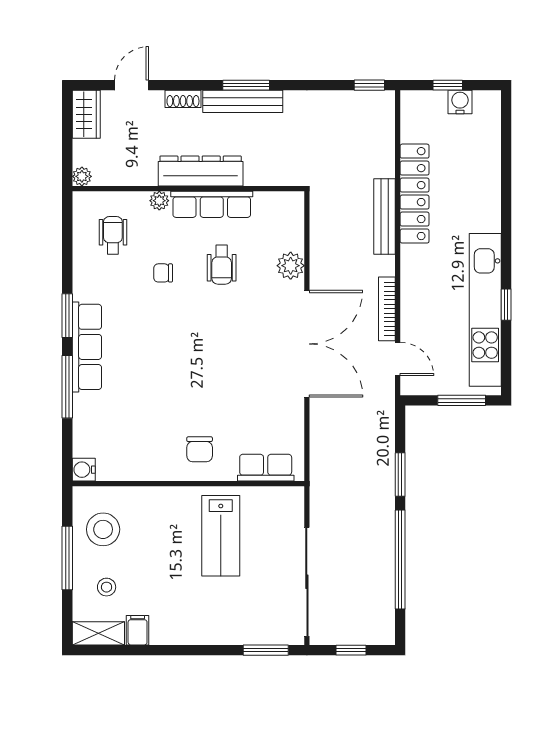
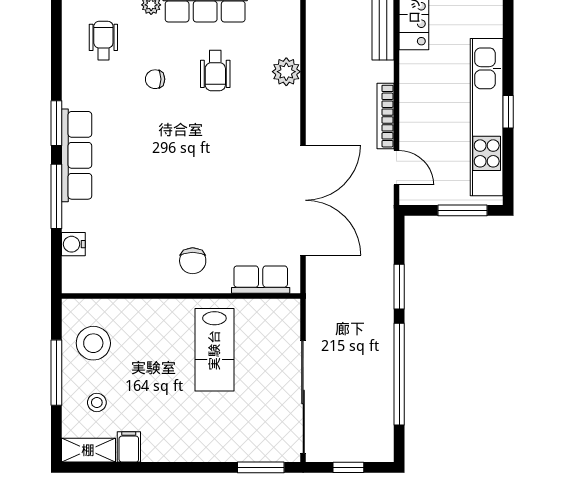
double door: (307, 344) -> (303, 200), moved
water cooler: (84, 470) -> (73, 244), moved

